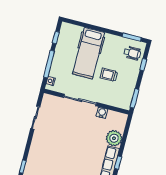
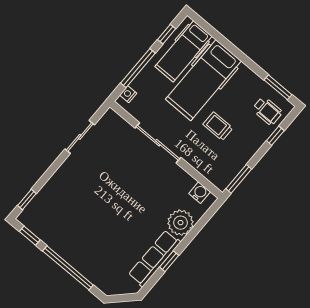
hospital bed: (70, 43) -> (183, 51), added
water cooler: (102, 113) -> (200, 193), moved

